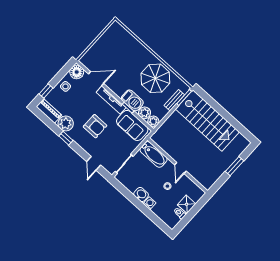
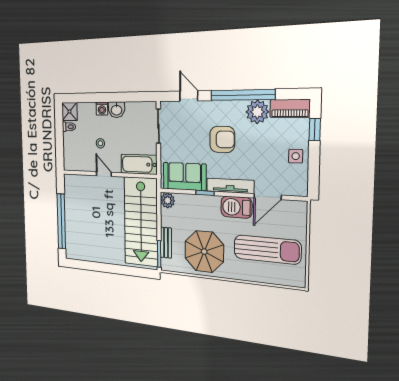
sun lounger: (119, 53) -> (267, 250), added
floor lamp: (77, 72) -> (297, 185), removed
barbecue: (132, 100) -> (236, 207), moved
plant: (145, 113) -> (184, 202), removed
stairs: (207, 121) -> (141, 222), moved, turned -90
armchair: (95, 126) -> (222, 139), turned 180
window: (66, 138) -> (242, 95), width x3.17
window: (235, 166) -> (61, 221), width x2.11
shower: (187, 204) -> (70, 112), moved

